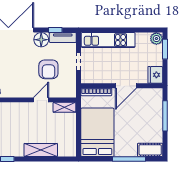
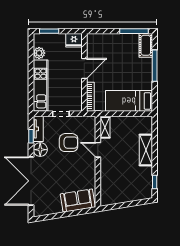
plant: (156, 39) -> (39, 53), moved
door: (126, 86) -> (84, 68), hinge flipped
window: (165, 116) -> (134, 31), moved
bed: (97, 132) -> (129, 101), width x0.67

